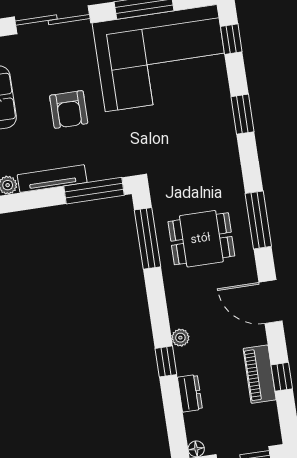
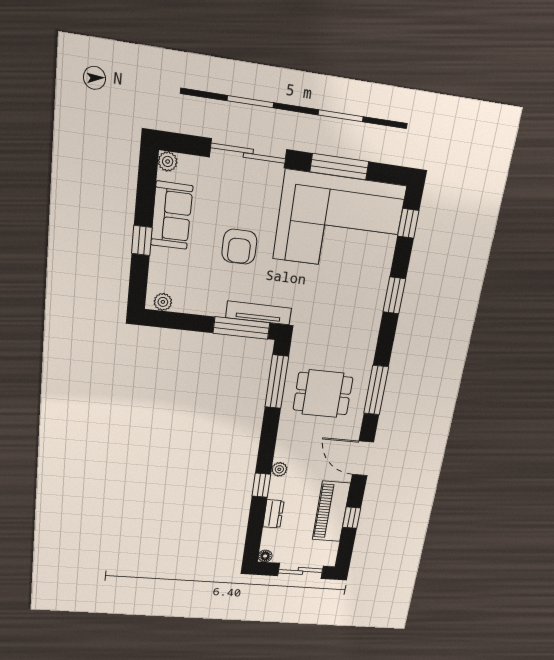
tv unit: (52, 179) -> (259, 313), moved
piano: (260, 374) -> (331, 511), width x1.37, depth x1.33

